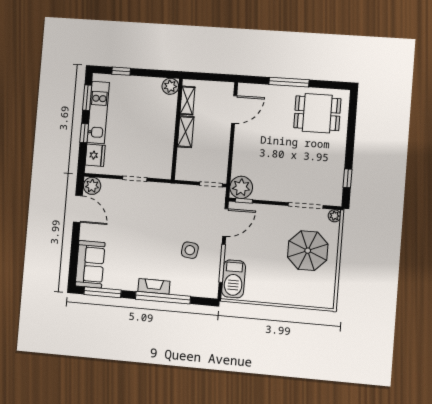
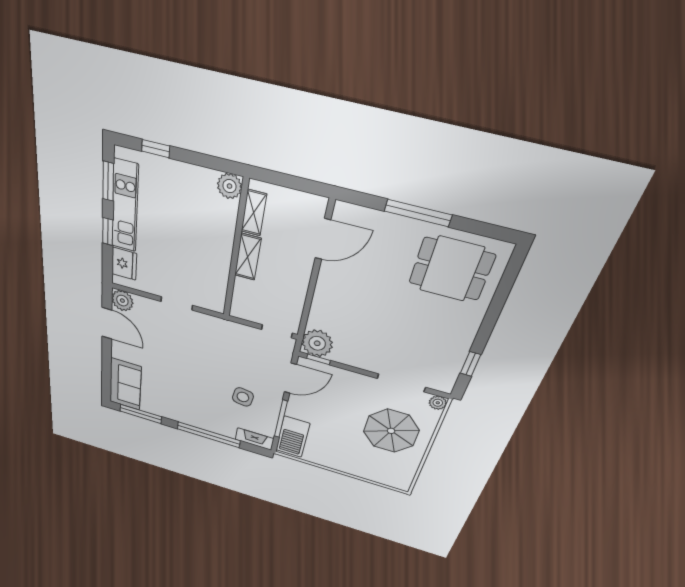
fireplace: (154, 286) -> (254, 439), moved

